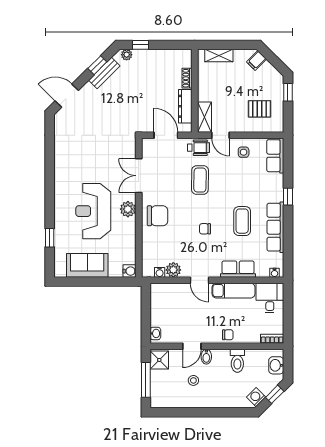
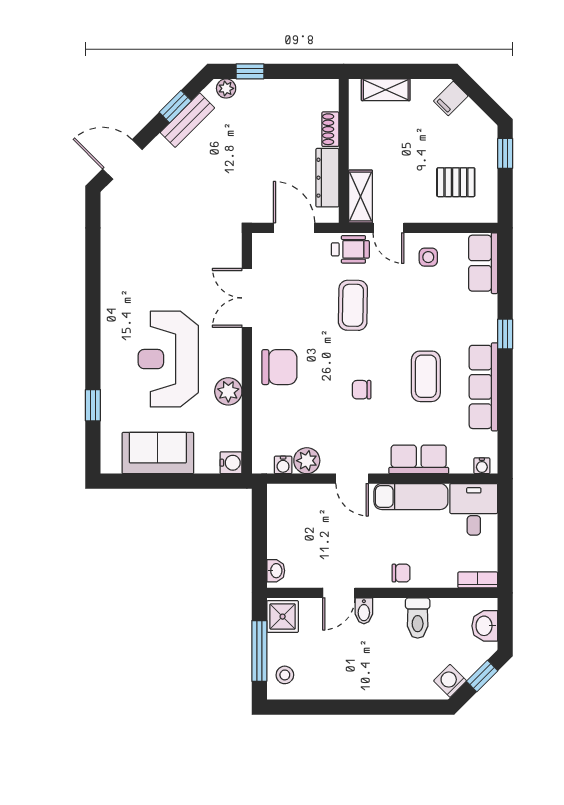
plant: (128, 209) -> (228, 391), moved
stool: (193, 380) -> (285, 675), moved

